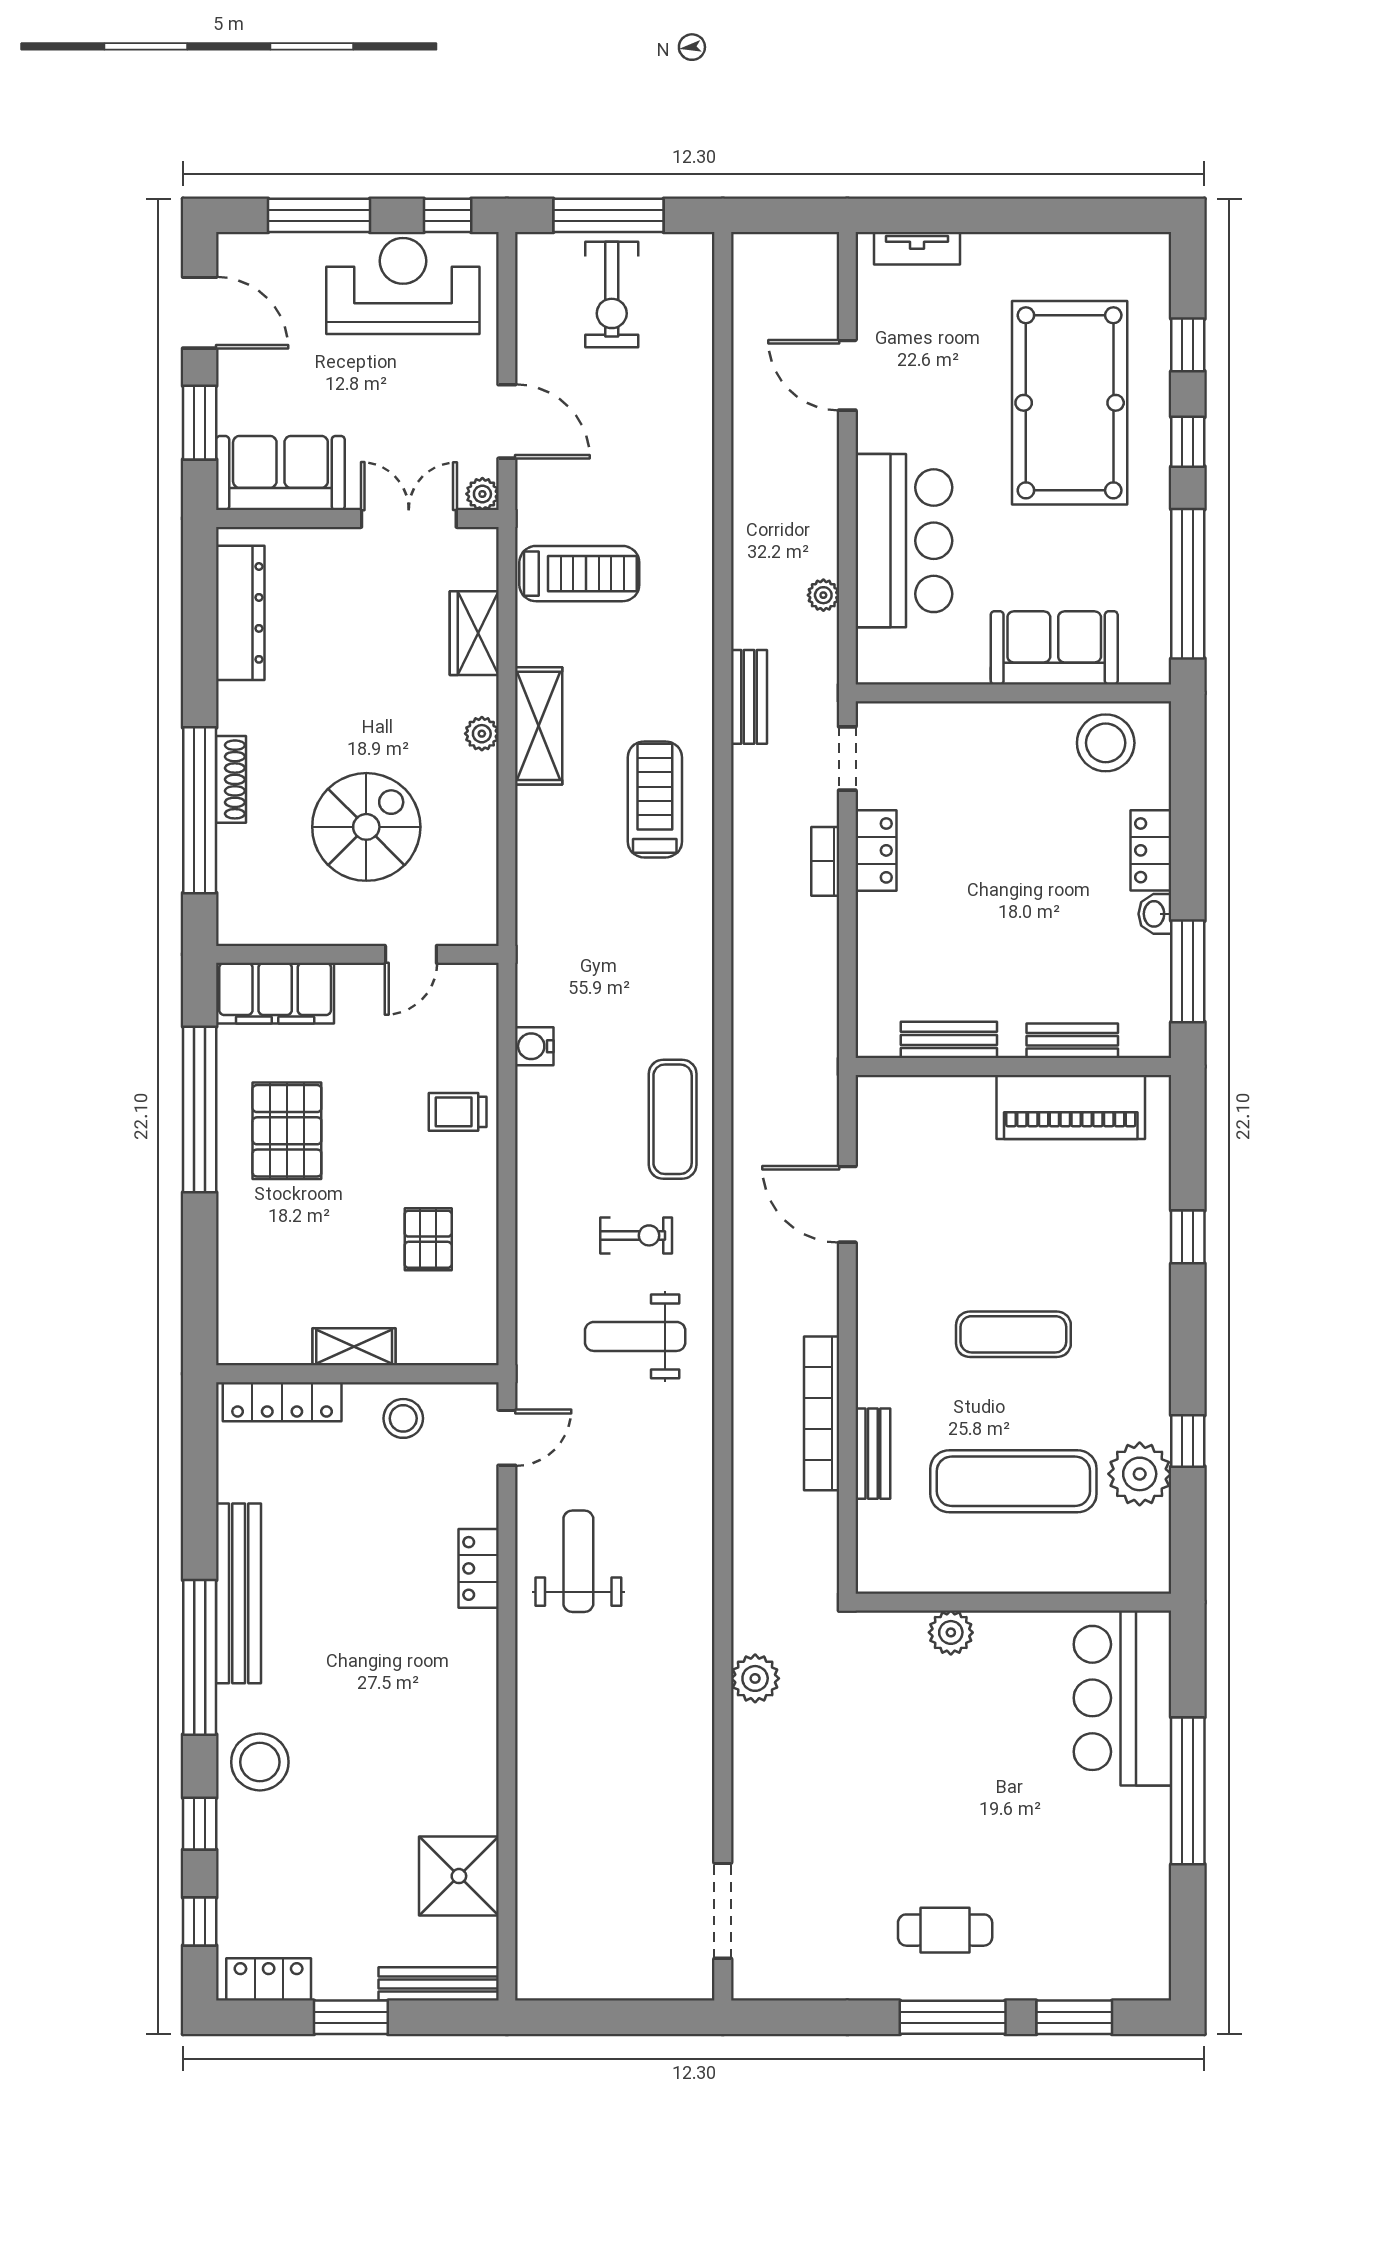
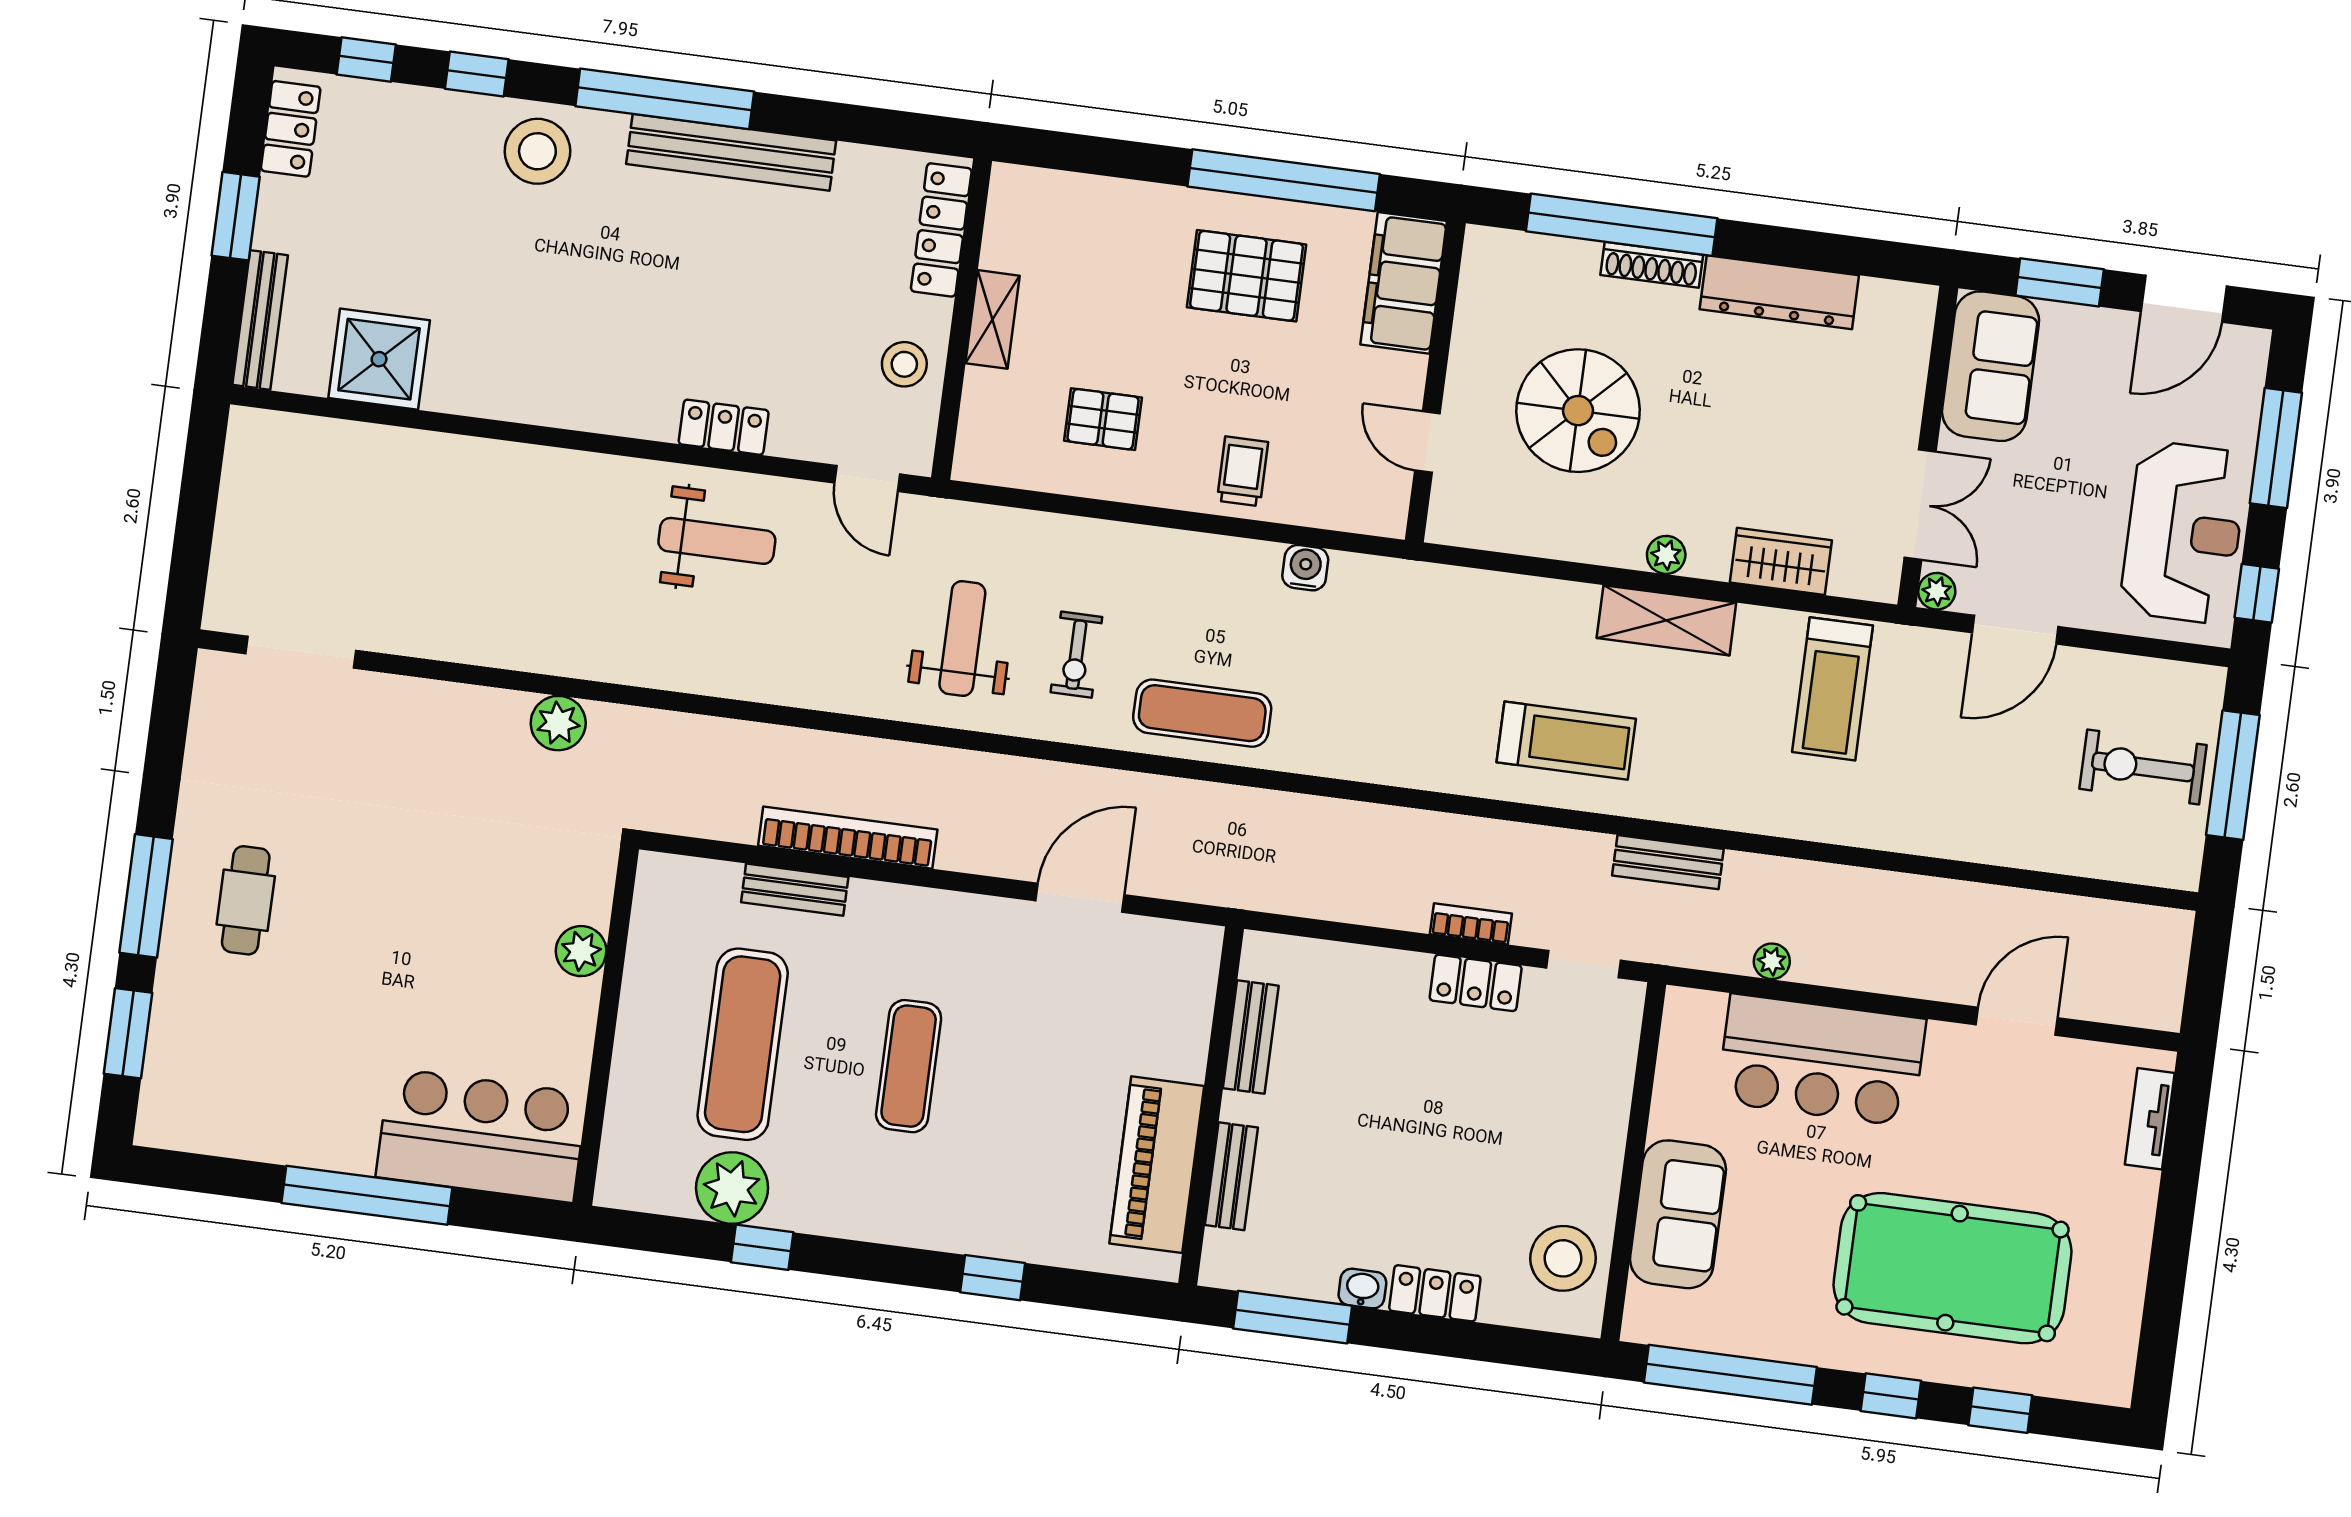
dresser: (240, 613) -> (1779, 292), moved

